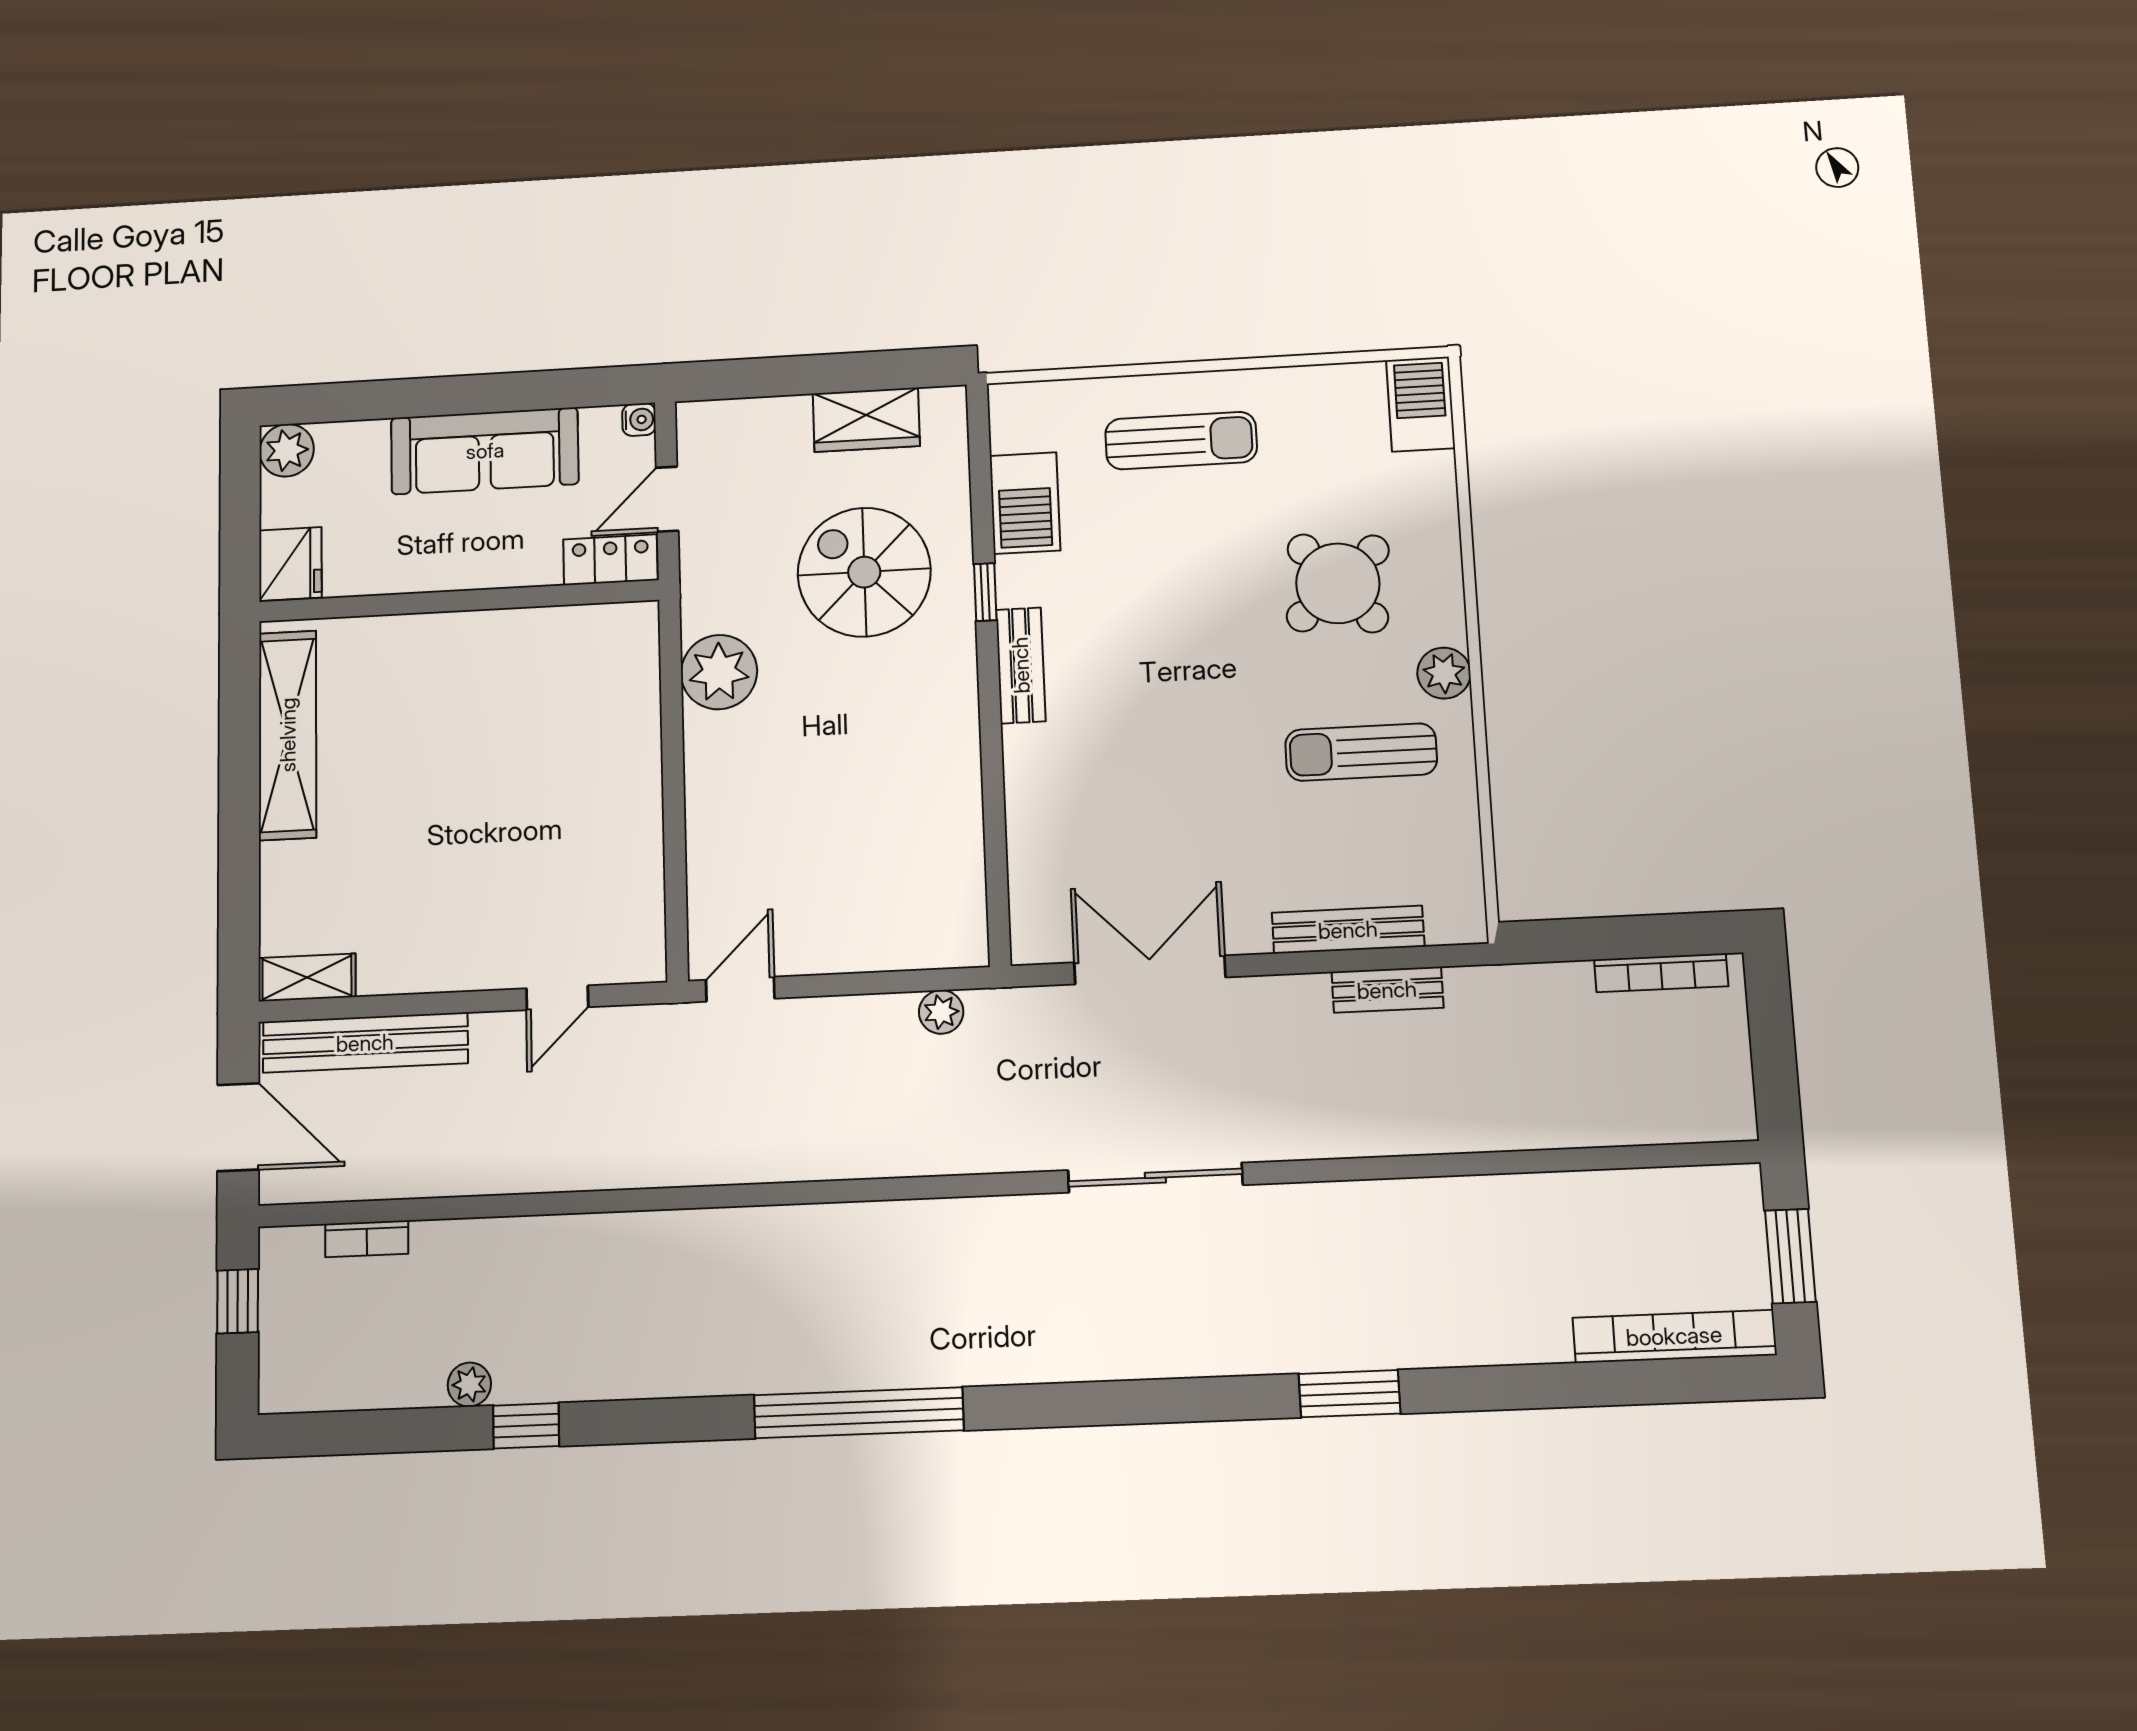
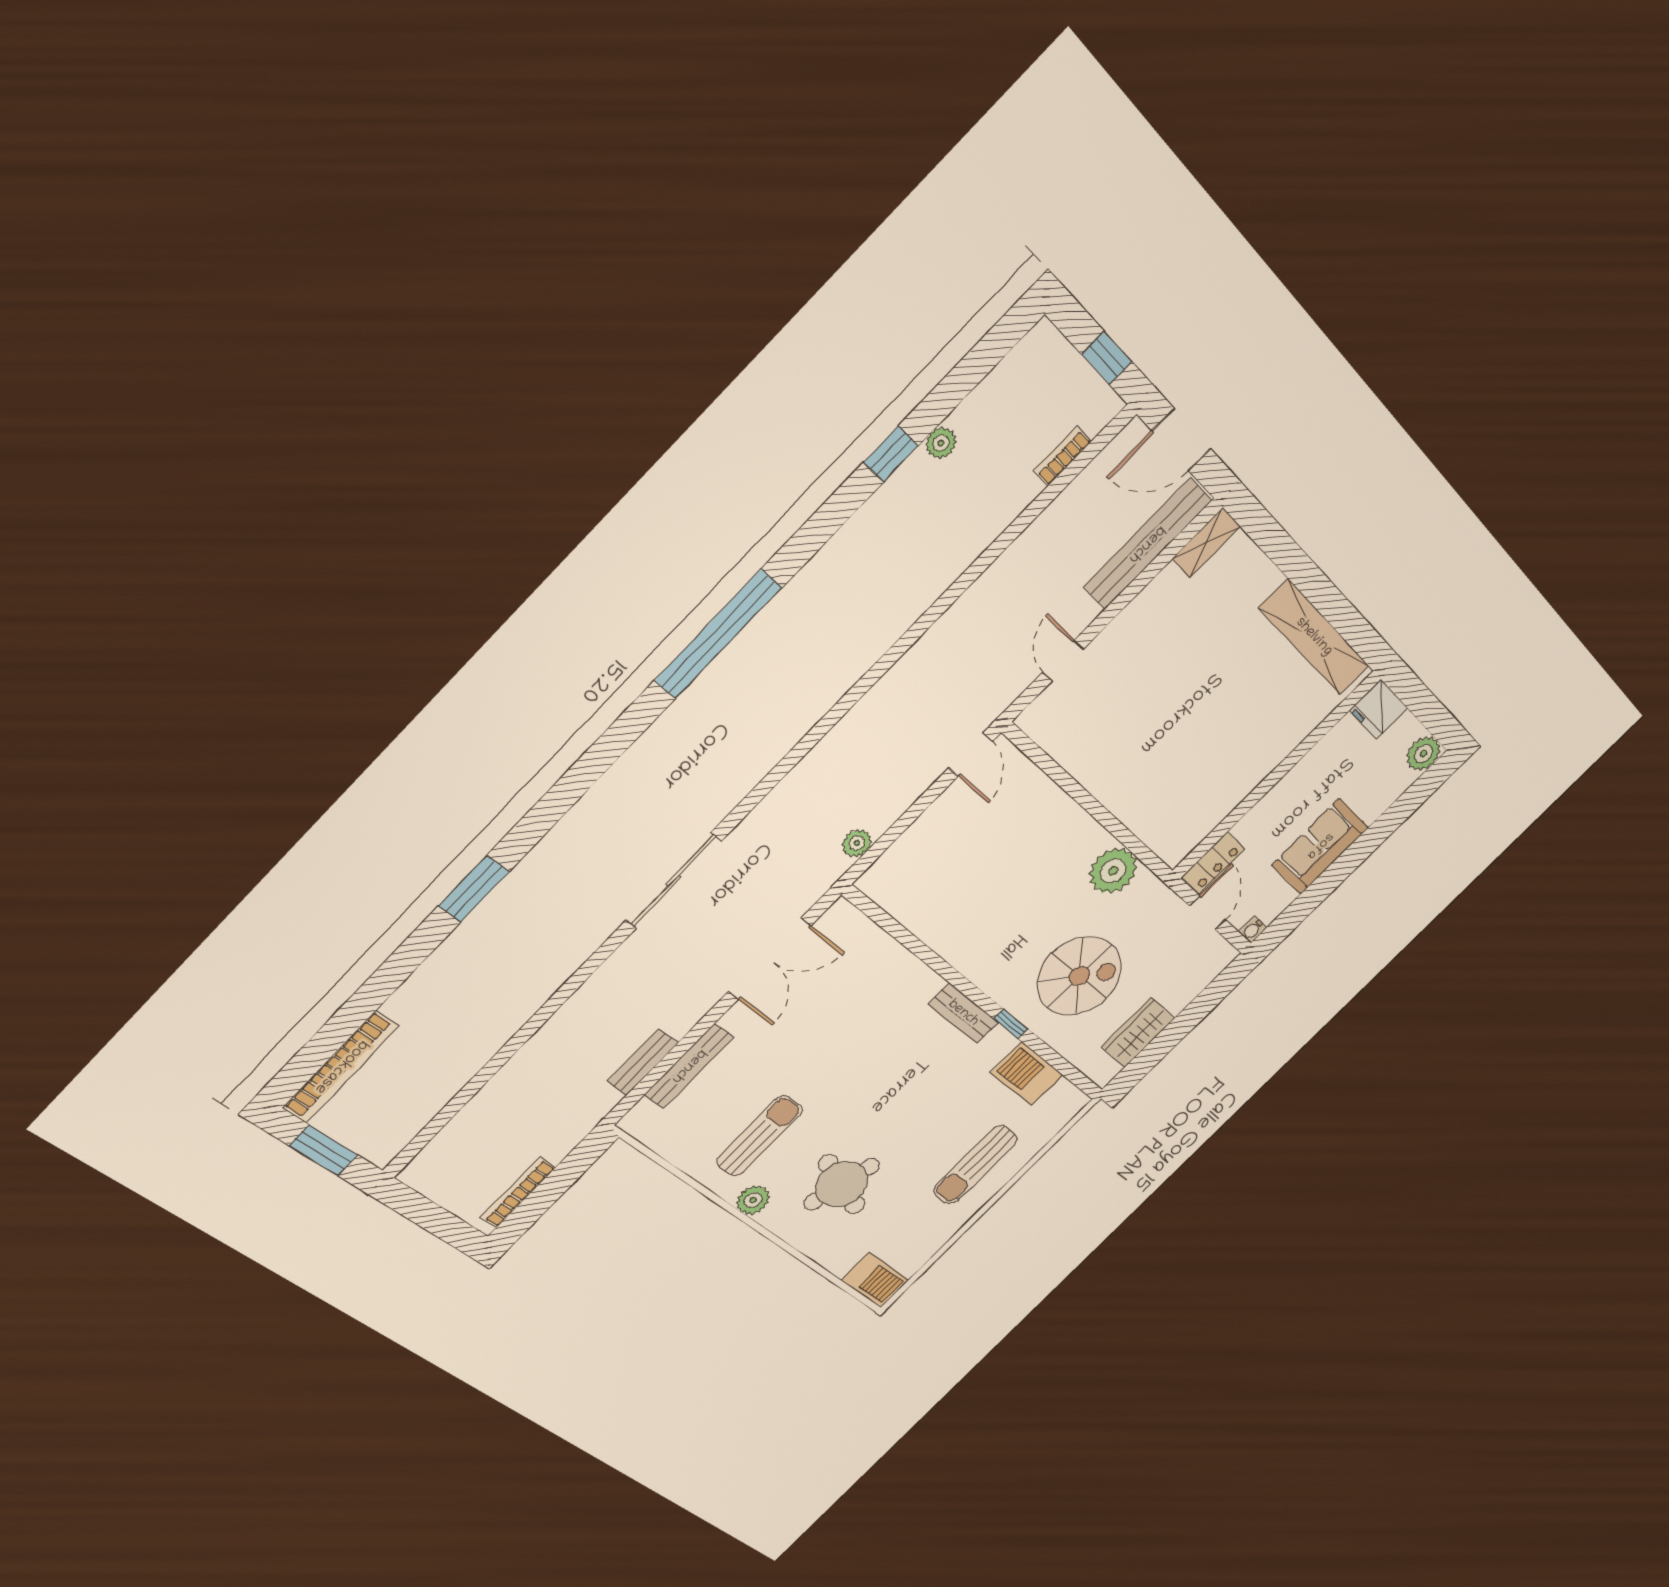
sofa: (485, 451) -> (1320, 846), width x0.73
round table: (1338, 583) -> (842, 1184), turned -32

